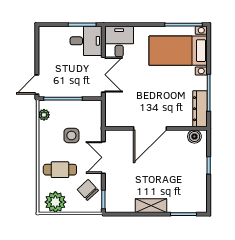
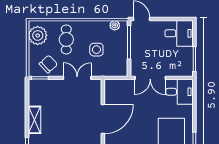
desk: (86, 41) -> (179, 33), moved, turned -90
door: (150, 128) -> (103, 119), swing flipped

